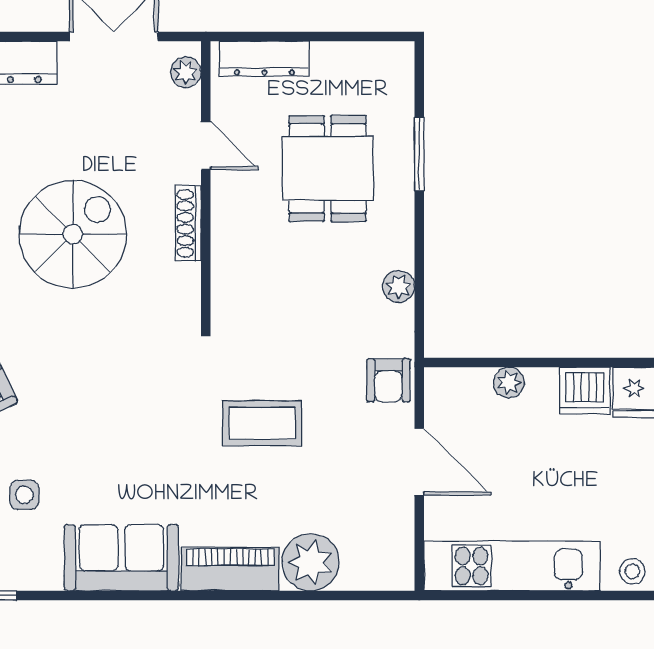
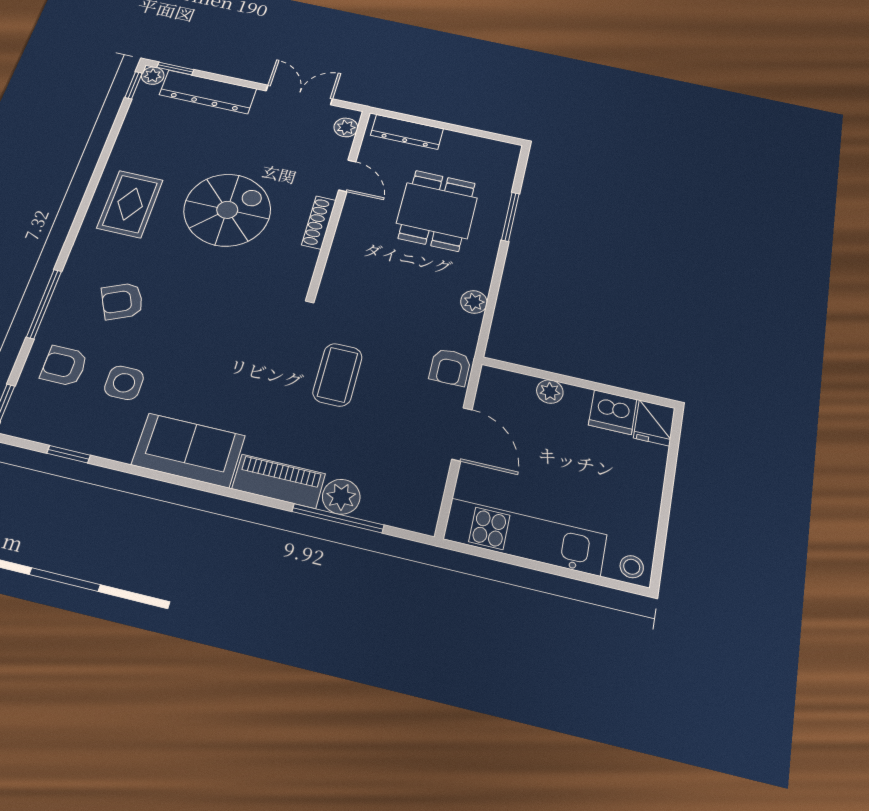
coffee table: (262, 423) -> (338, 375), turned 90
side table: (24, 495) -> (124, 383), width x1.37, depth x1.37
plant: (311, 562) -> (341, 497), width x0.73, depth x0.73
window: (306, 595) -> (338, 518), added

